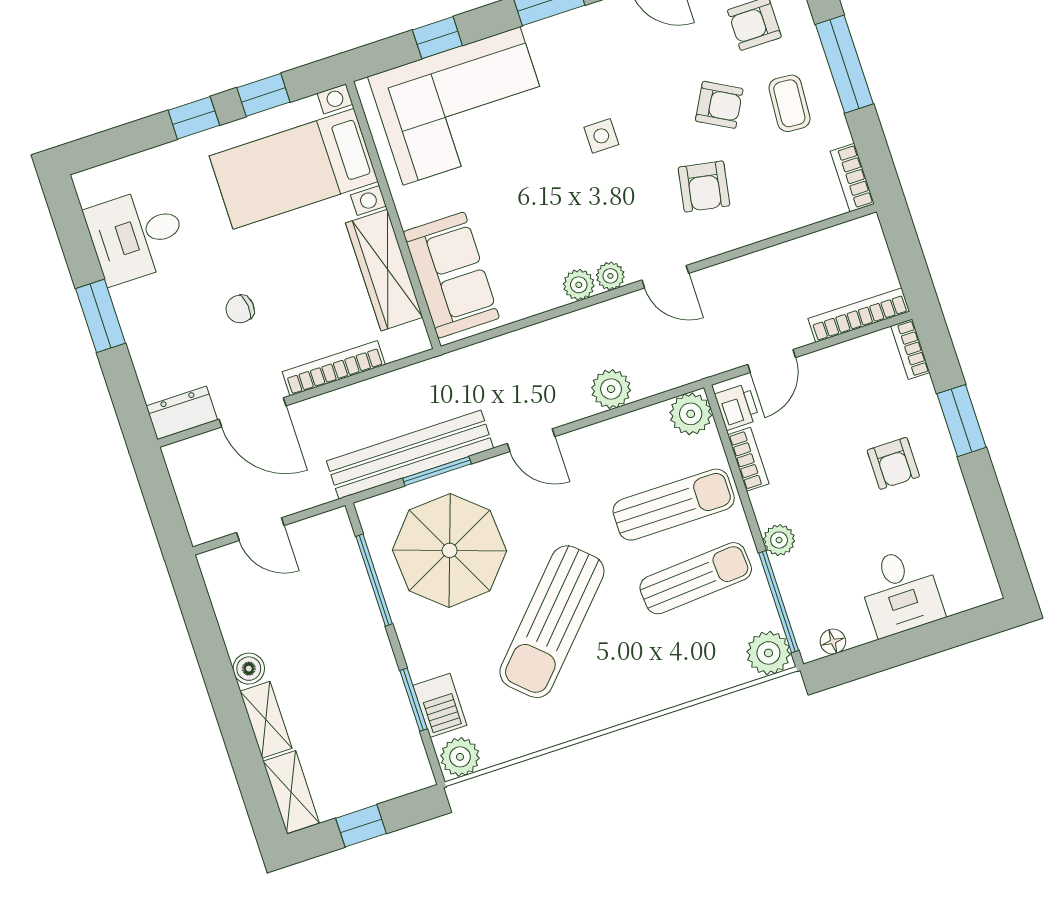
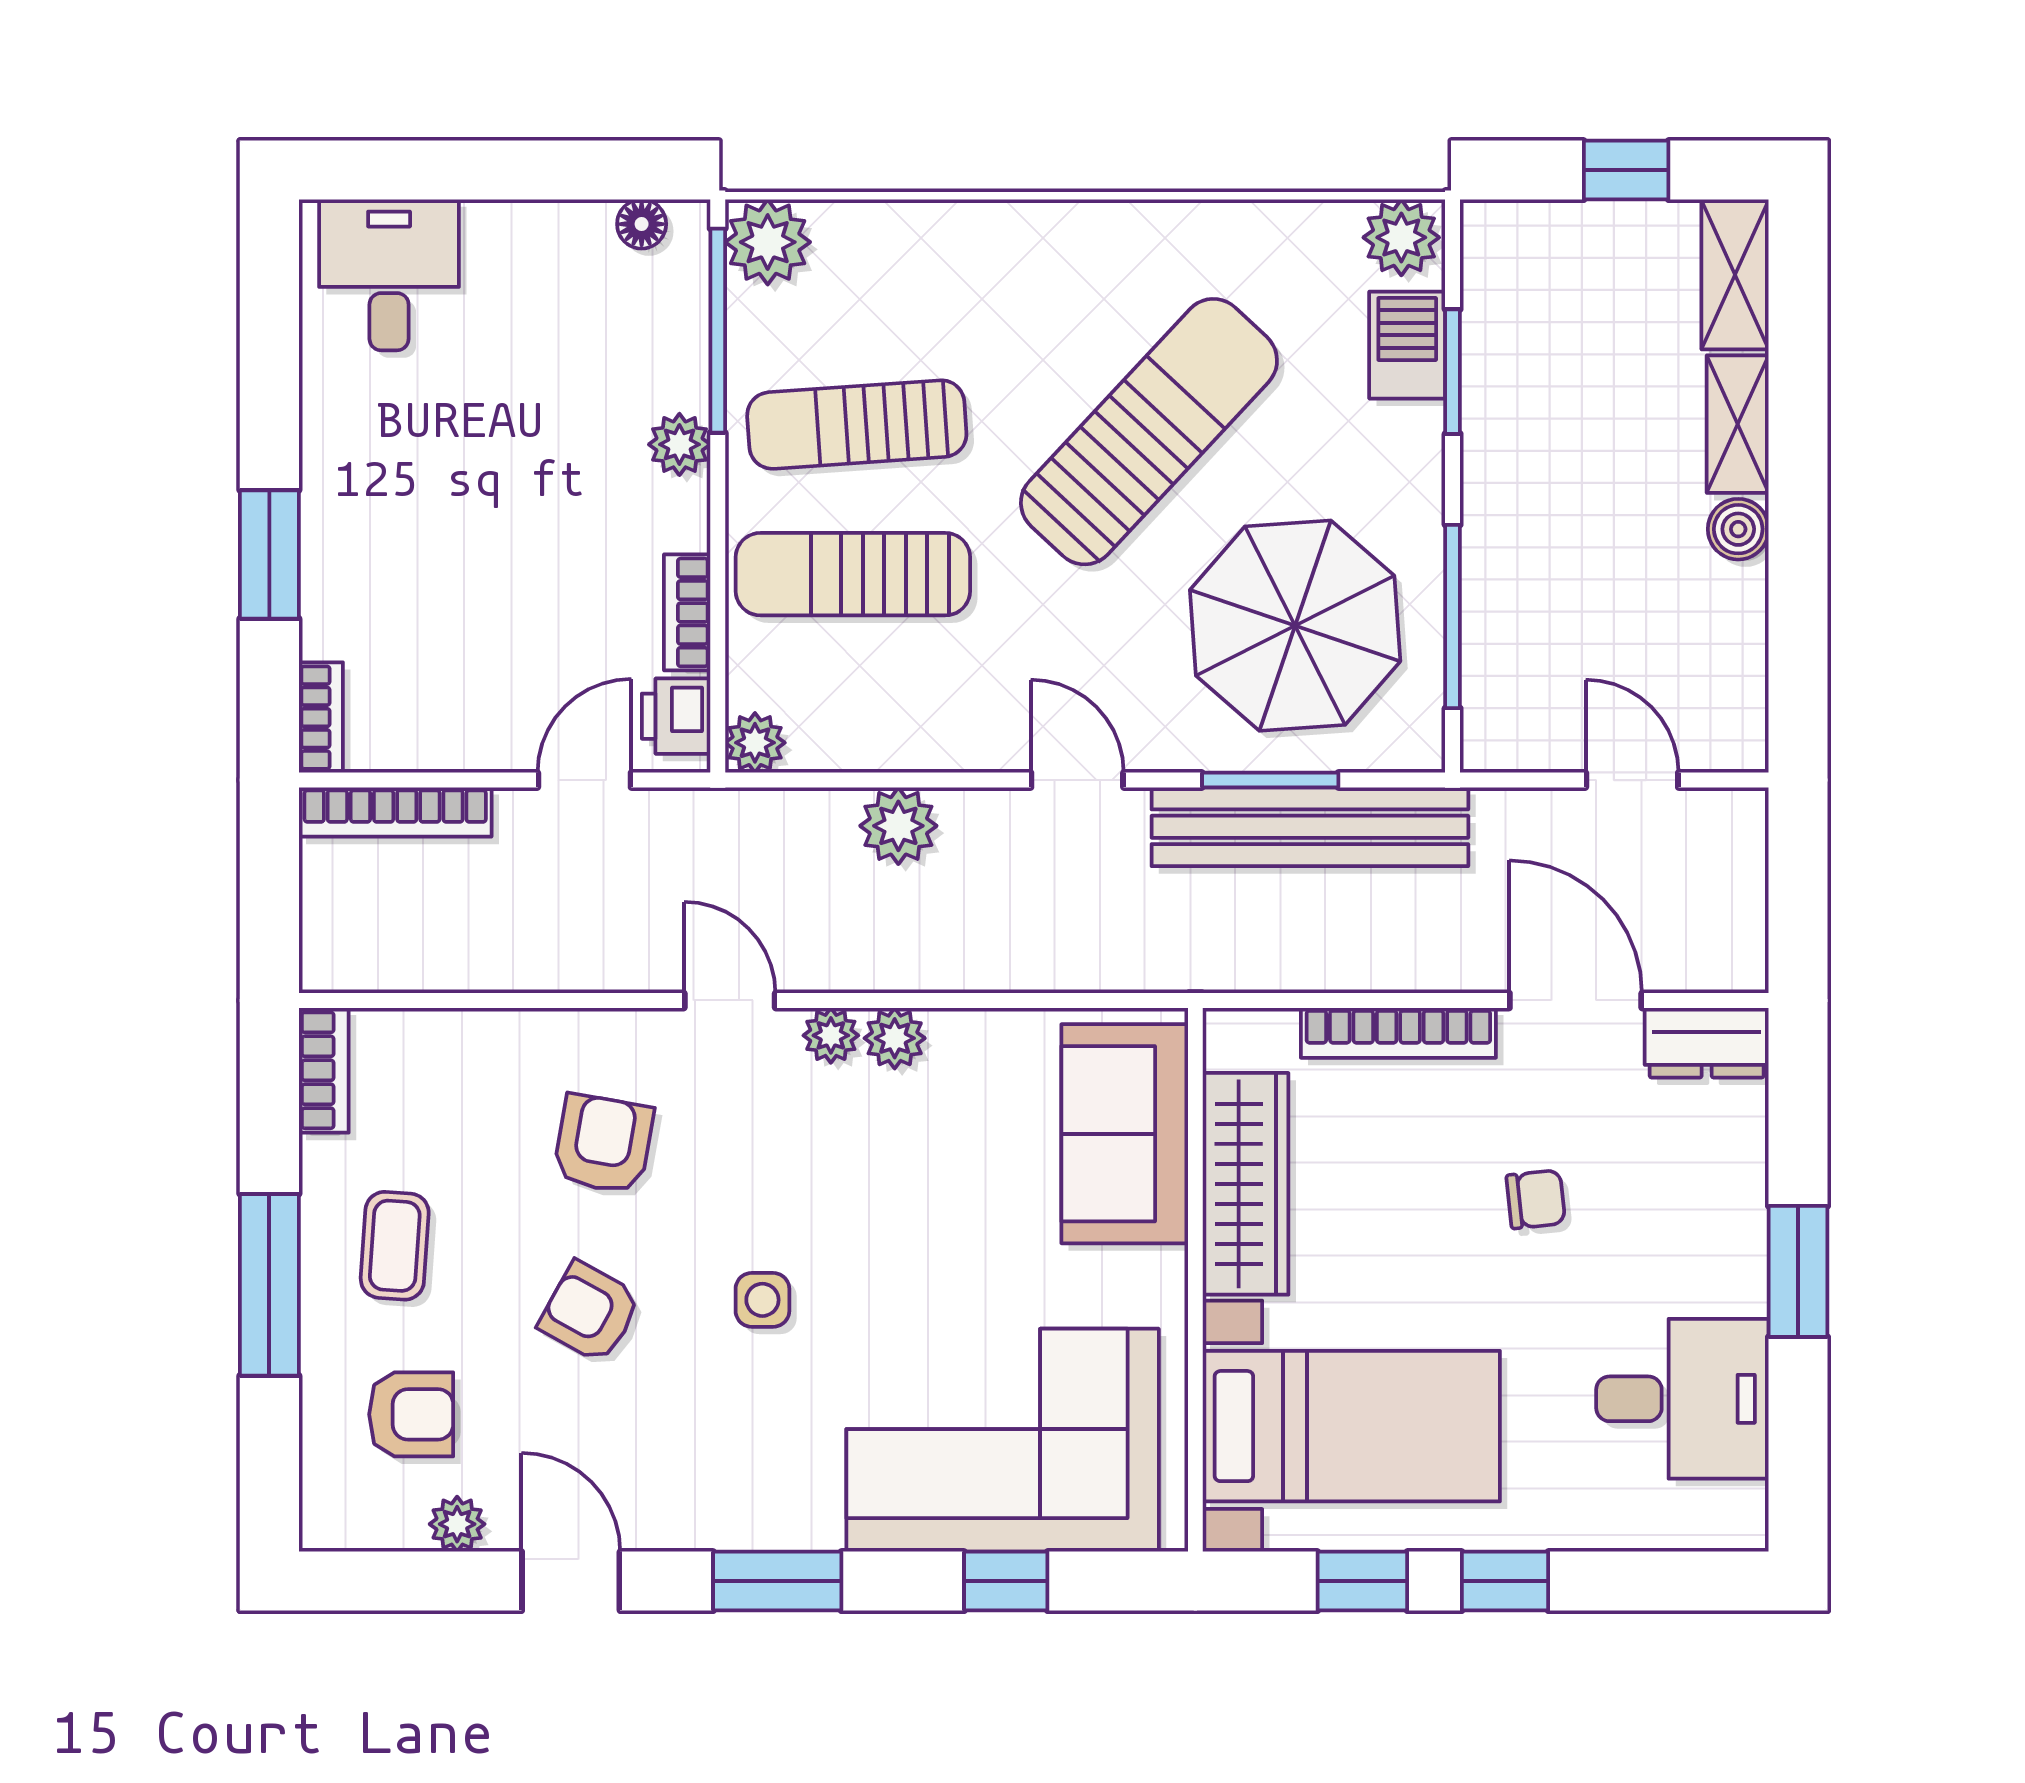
armchair: (719, 105) -> (590, 1312), moved
plant: (691, 414) -> (755, 743), width x0.73, depth x0.73
armchair: (893, 463) -> (422, 517), removed
desk: (900, 592) -> (389, 275), moved

